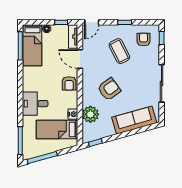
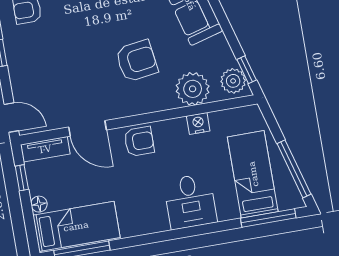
coffee table: (119, 51) -> (58, 53), removed
door: (80, 59) -> (88, 128), hinge flipped
armchair: (109, 89) -> (137, 61), turned 118
bed: (57, 130) -> (253, 174), moved, turned 180
plant: (91, 135) -> (233, 81), added

